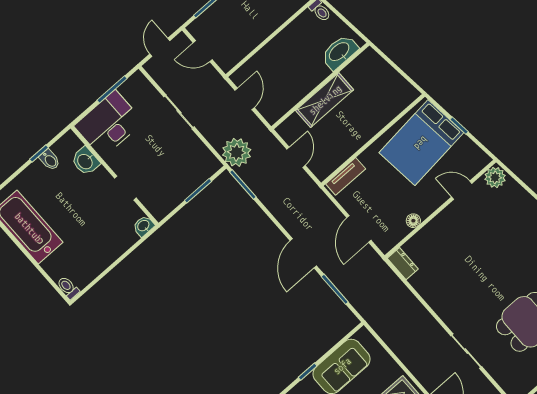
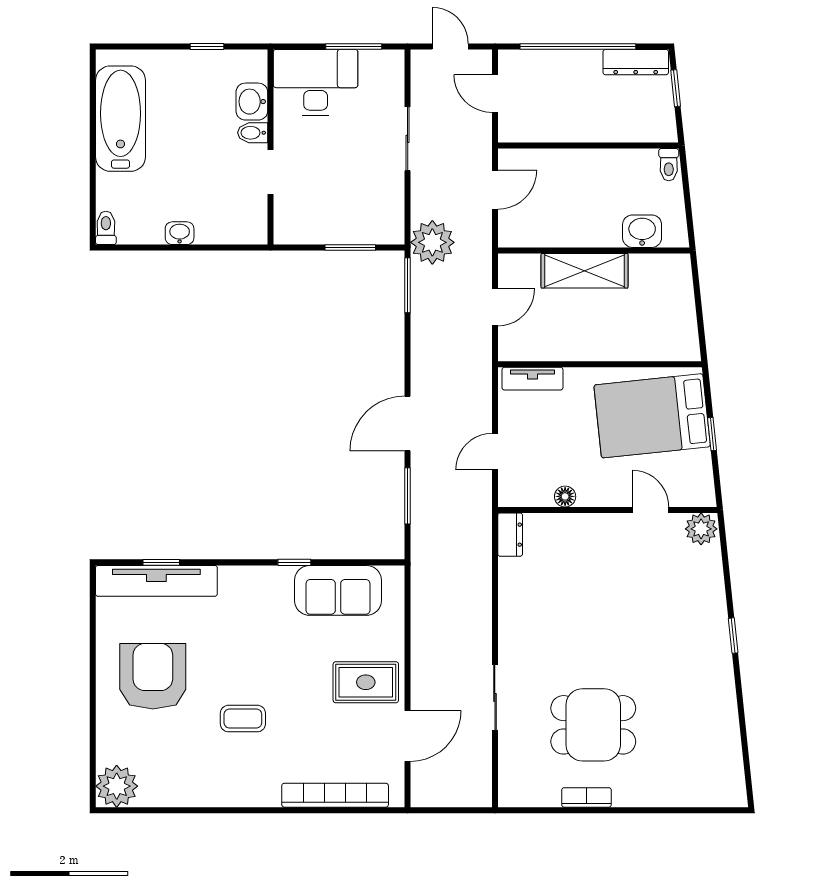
door: (160, 47) -> (450, 46), hinge flipped
washbasin: (340, 52) -> (642, 231), width x0.72
bidet: (50, 160) -> (253, 133), moved, turned 90
washbasin: (144, 226) -> (180, 233), moved
door: (359, 229) -> (495, 452), width x0.73

